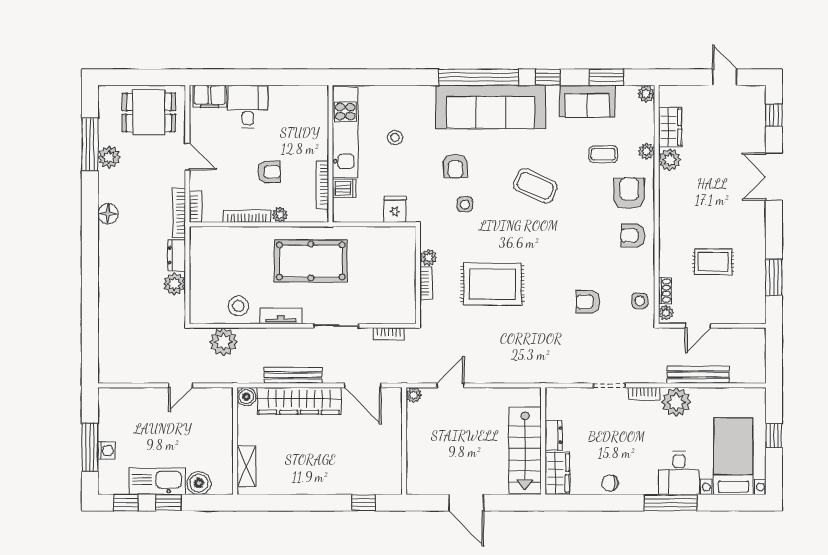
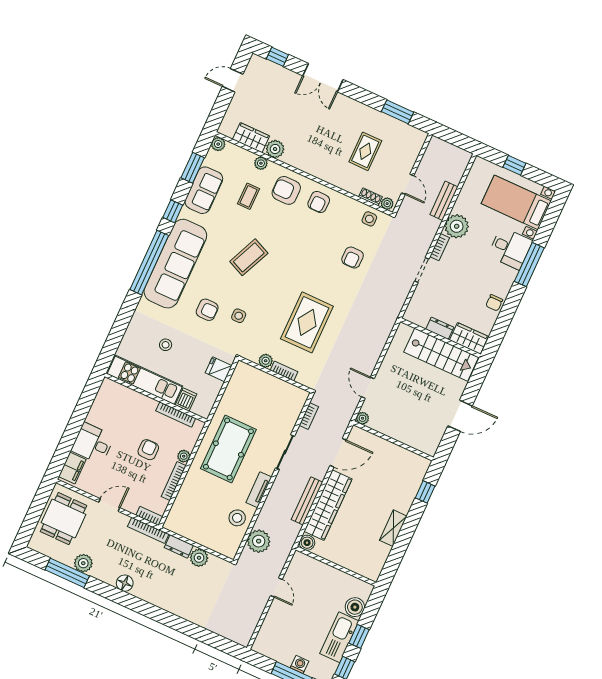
bench: (698, 375) -> (444, 201), width x0.73
shelving: (246, 466) -> (393, 528), moved, turned 90

